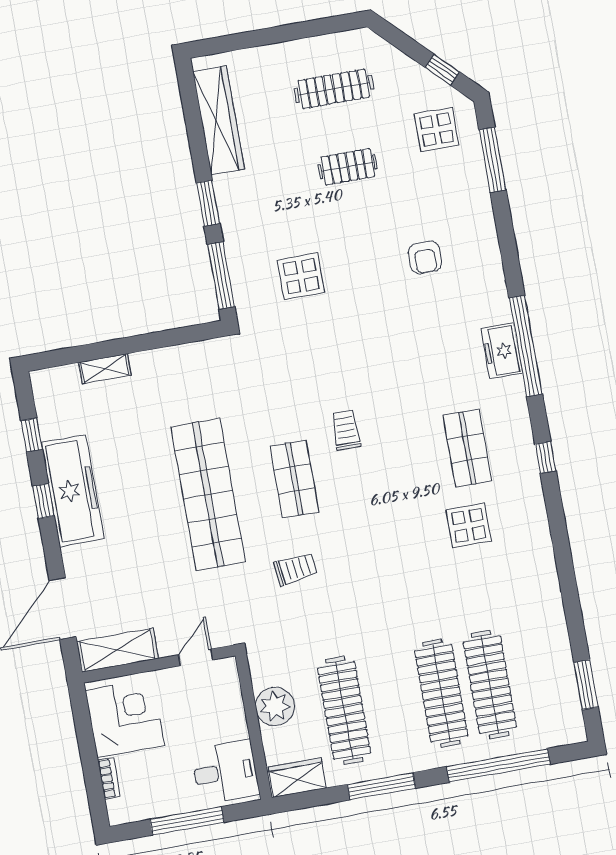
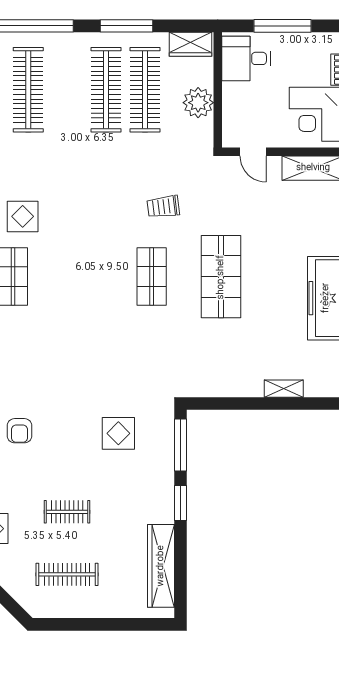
armchair: (425, 257) -> (19, 431), turned 180
trolley: (346, 430) -> (105, 307), removed
shop shelf: (208, 494) -> (221, 277), width x0.71
door: (196, 657) -> (253, 152), hinge flipped
clothes rail: (441, 693) -> (106, 90), moved

